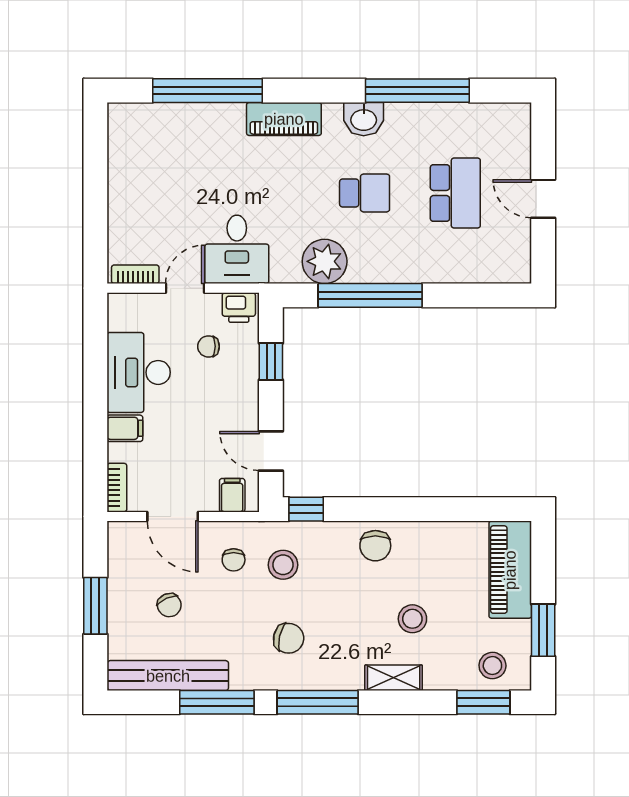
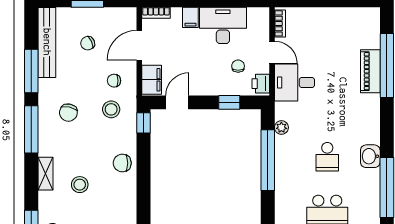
piano: (284, 119) -> (370, 71), moved
plant: (325, 261) -> (281, 127), width x0.53, depth x0.53
filing cabinet: (232, 495) -> (152, 80), width x2.00

